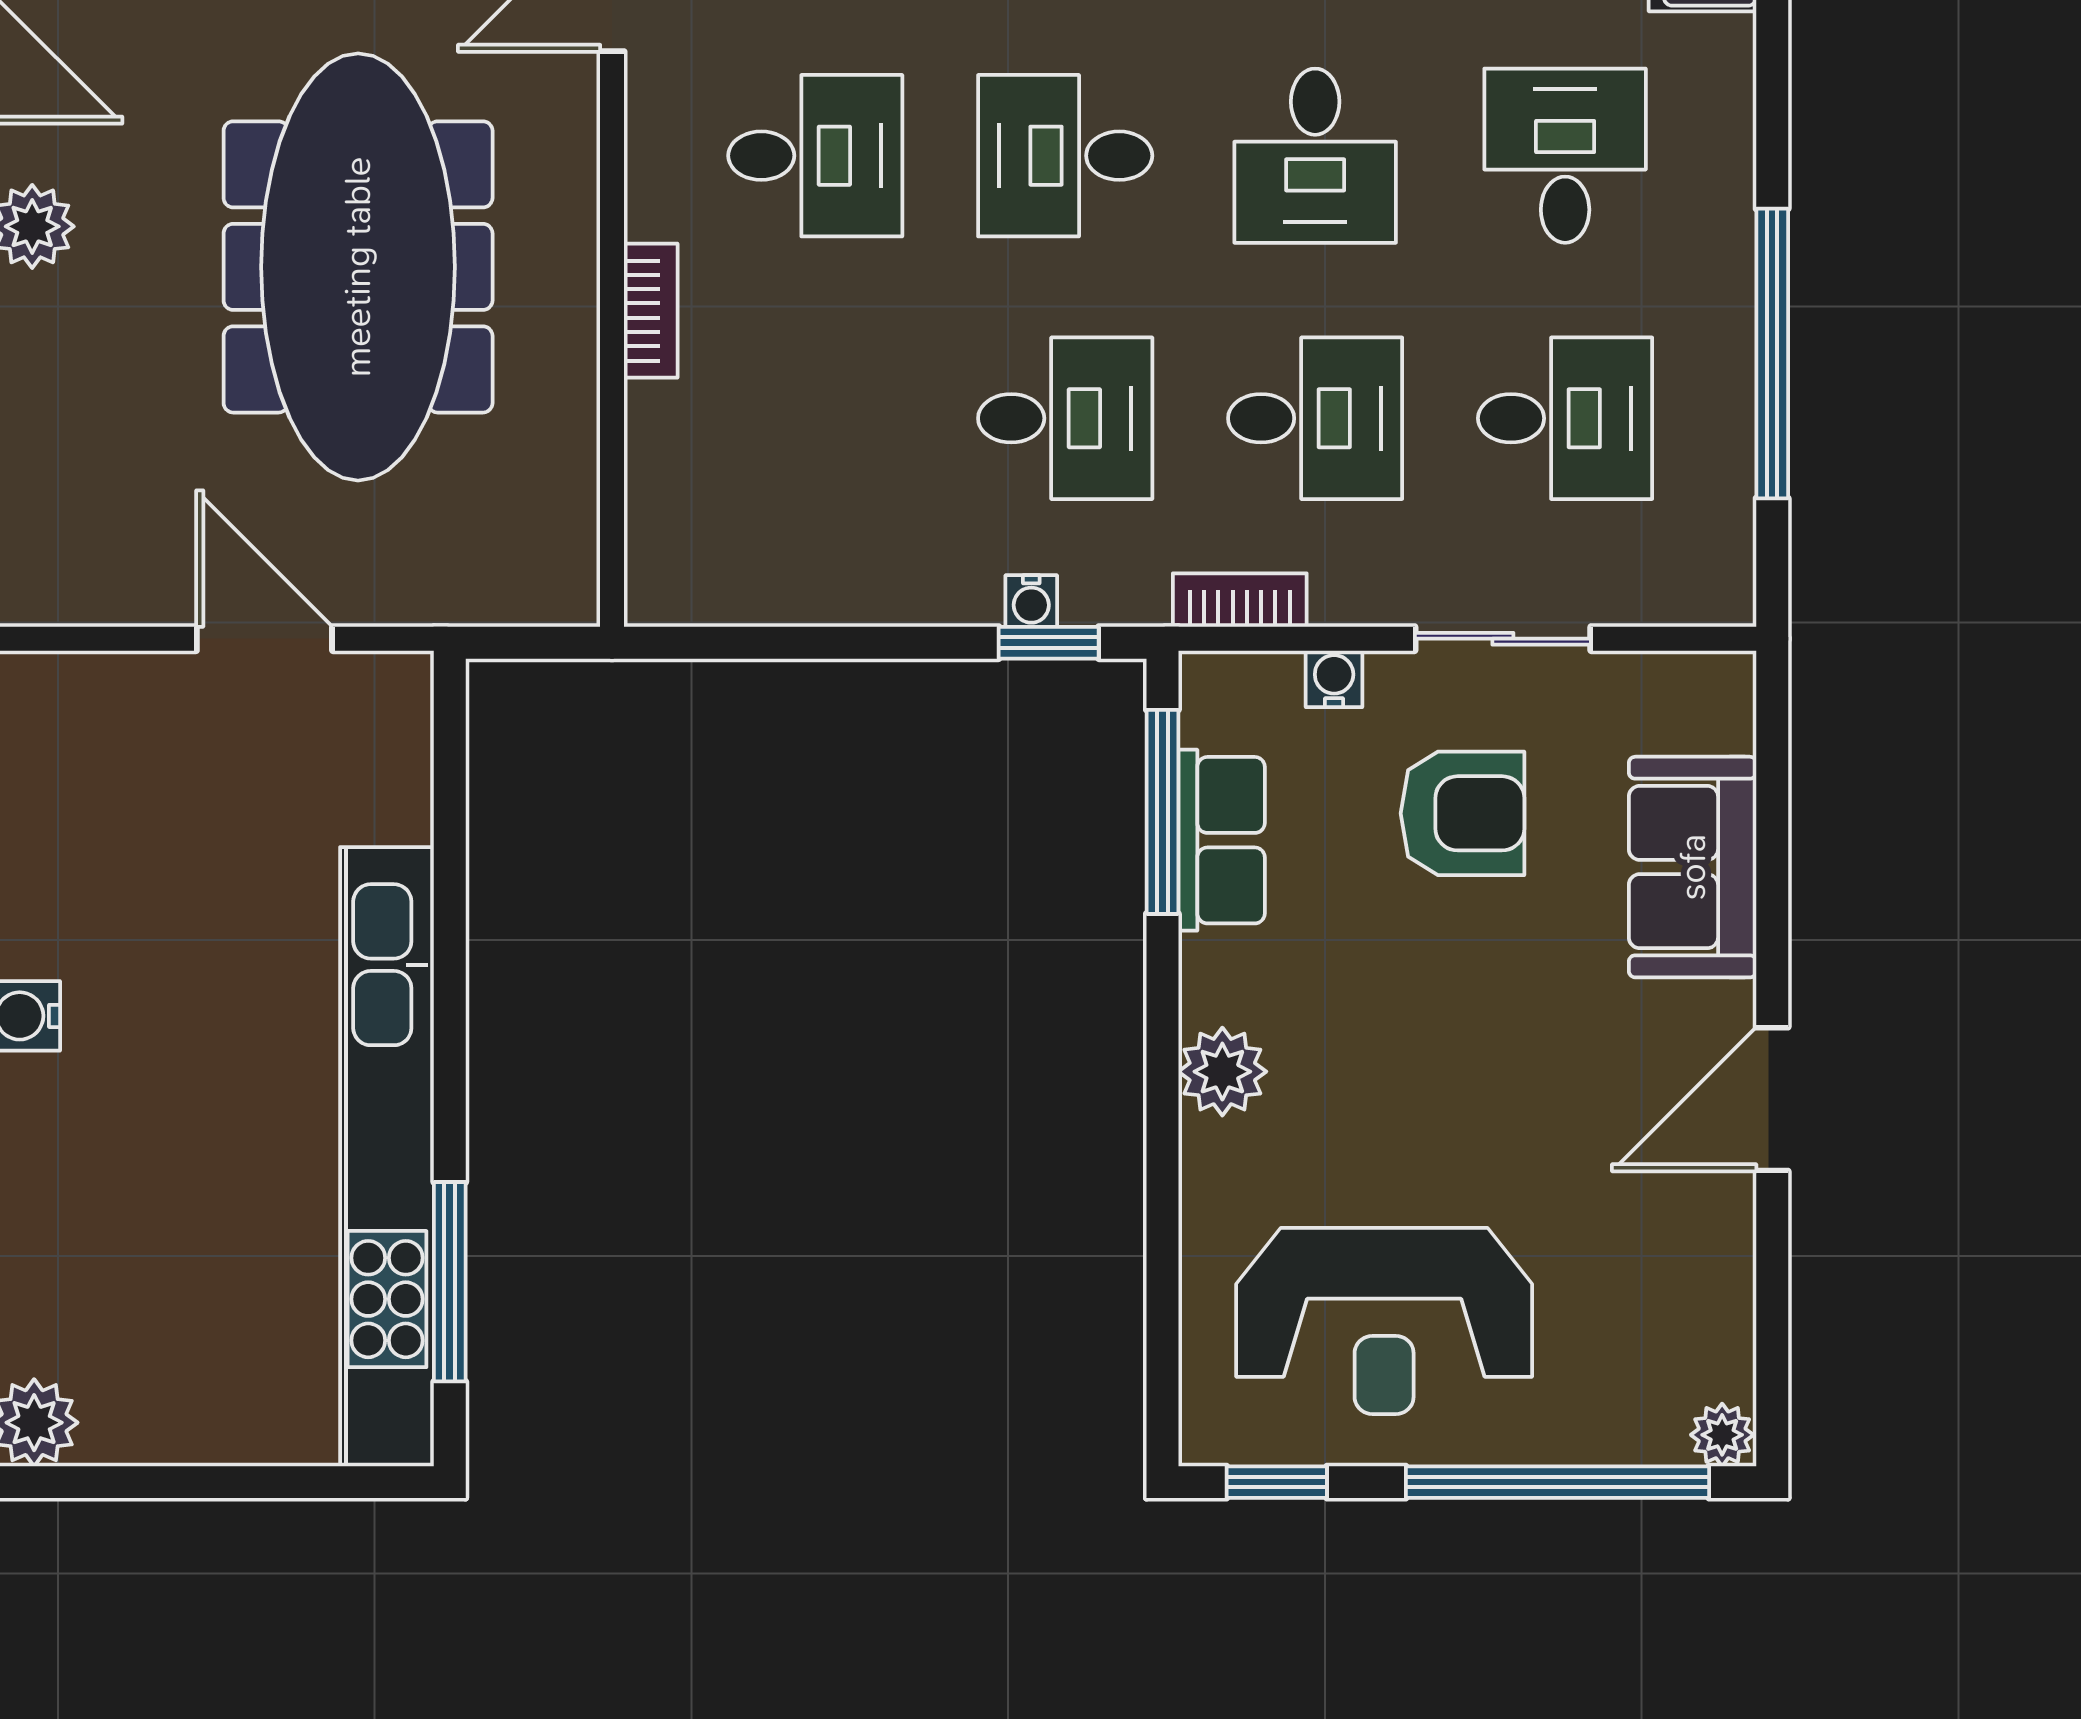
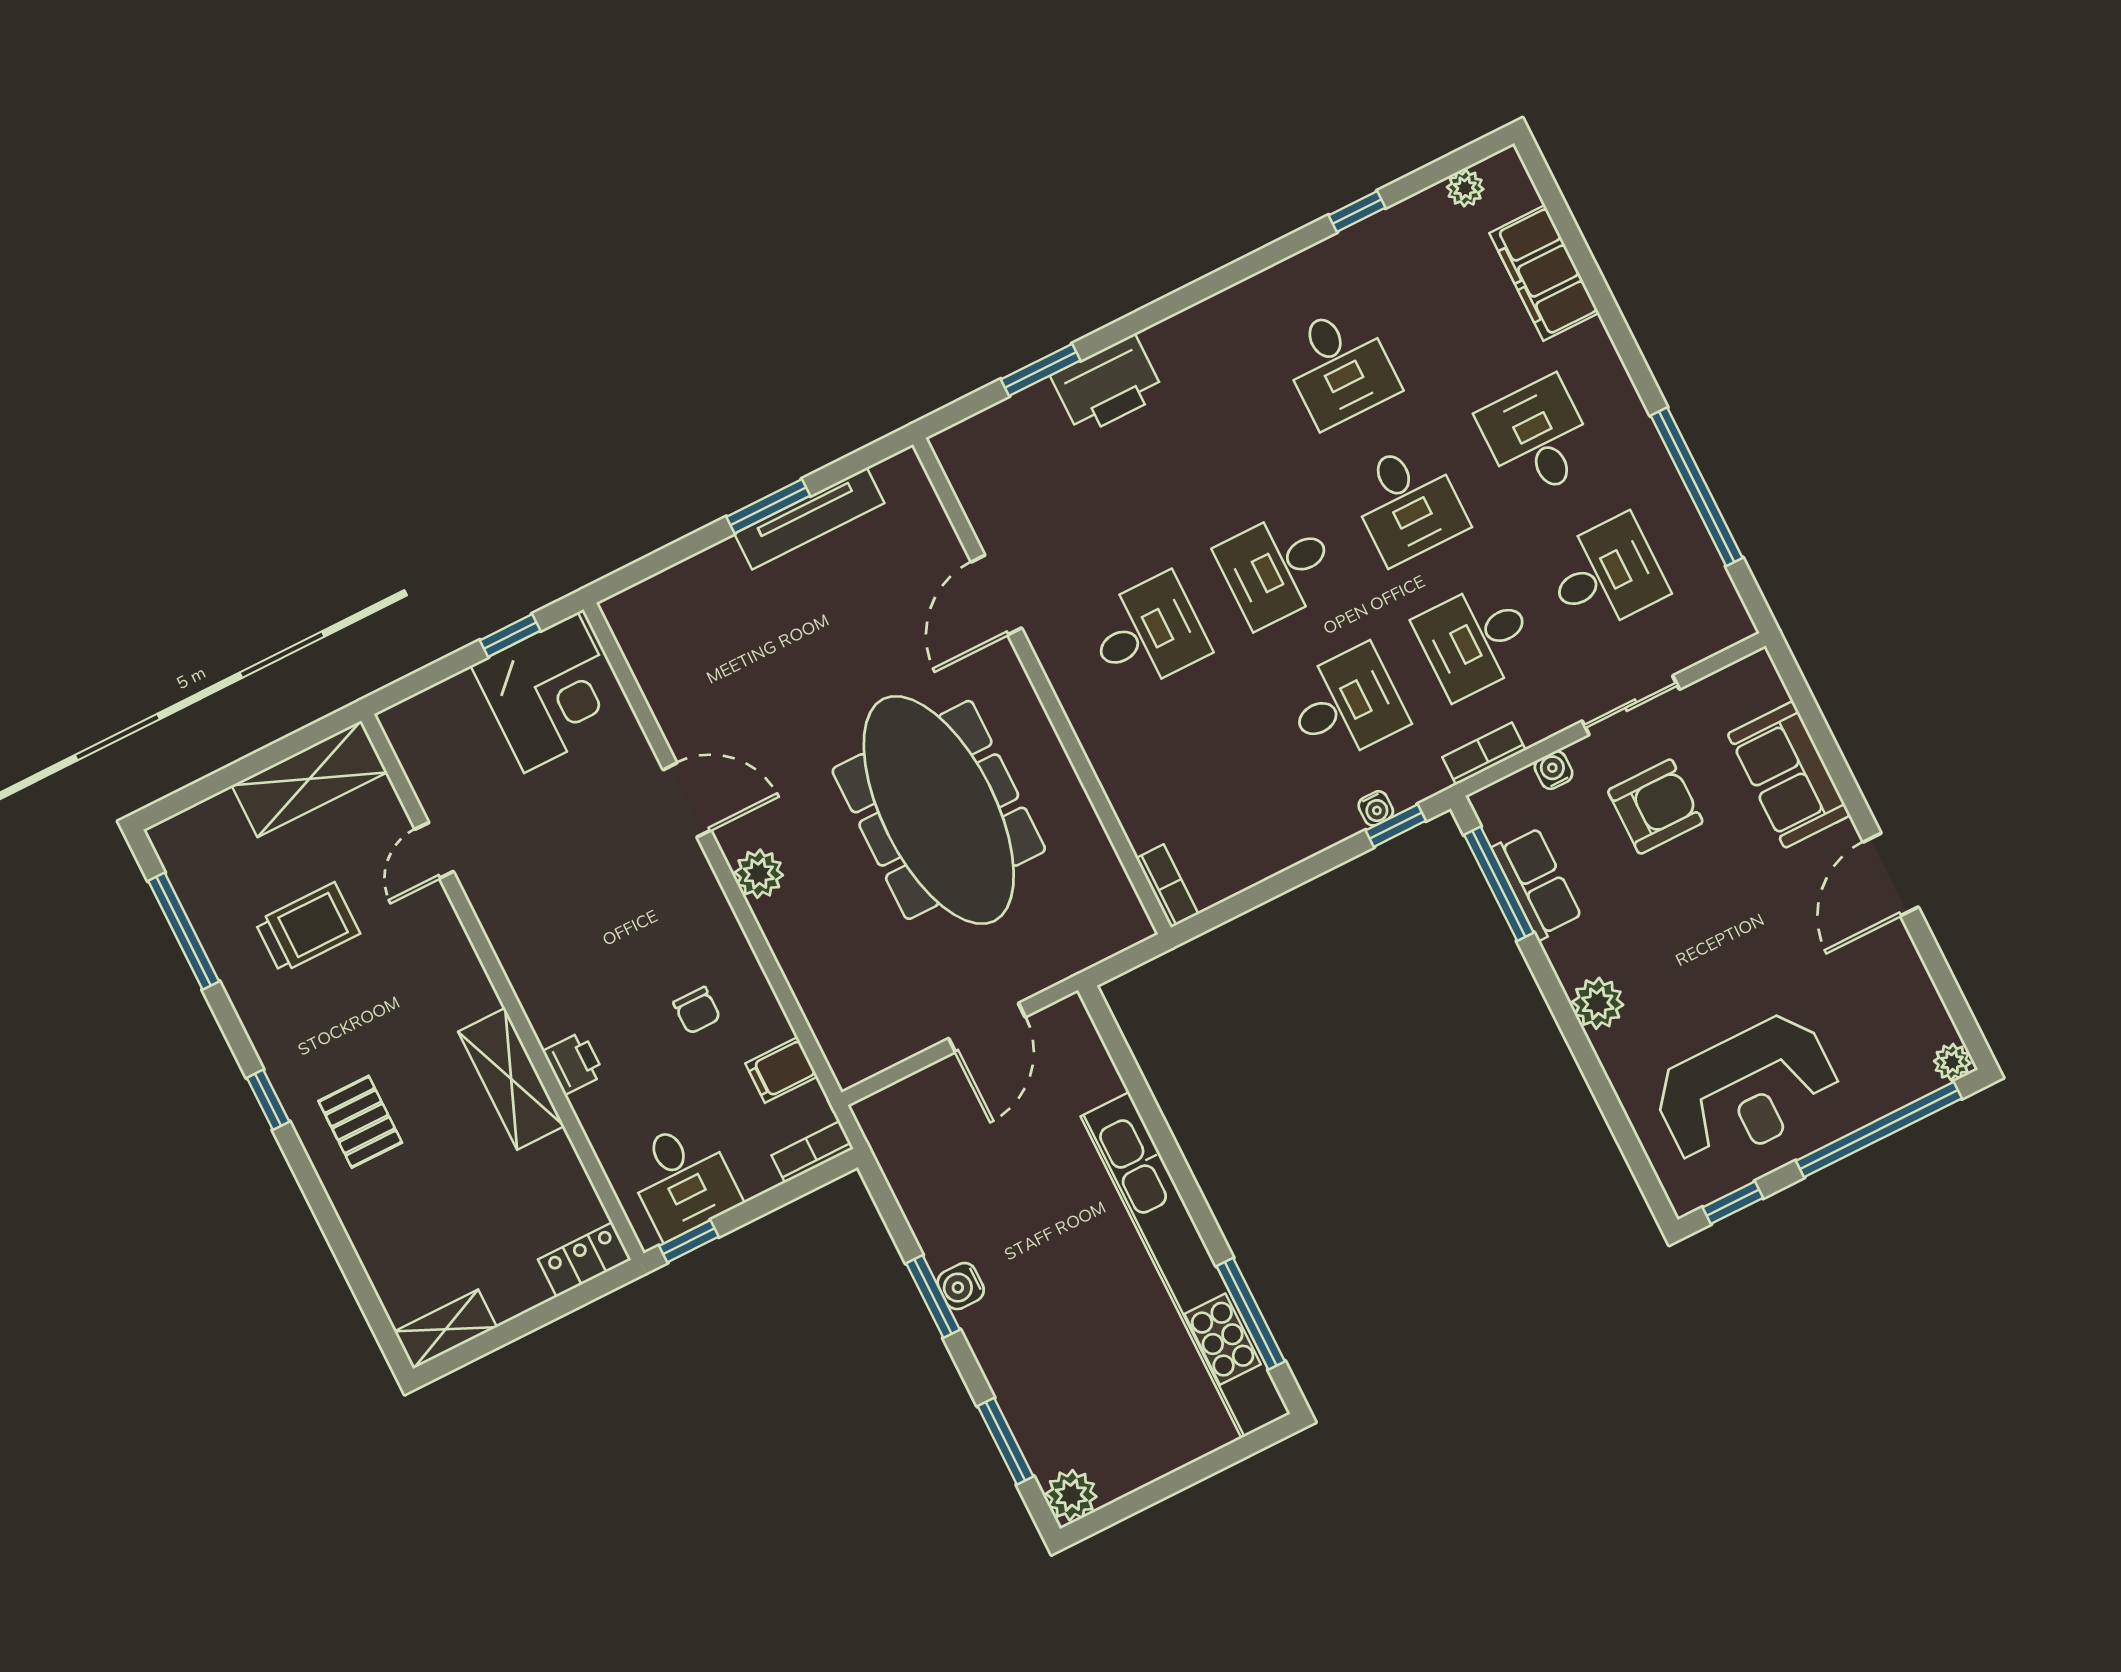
bookcase: (651, 311) -> (1167, 886), moved
desk: (1315, 418) -> (1476, 639), turned 180
door: (264, 639) -> (987, 1028), swing flipped

